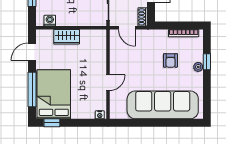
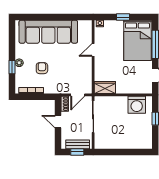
washing machine: (50, 21) -> (137, 105), width x1.89, depth x1.89
door: (127, 28) -> (78, 95), swing flipped
wardrobe: (67, 37) -> (105, 88), moved
window: (52, 123) -> (123, 17), moved

